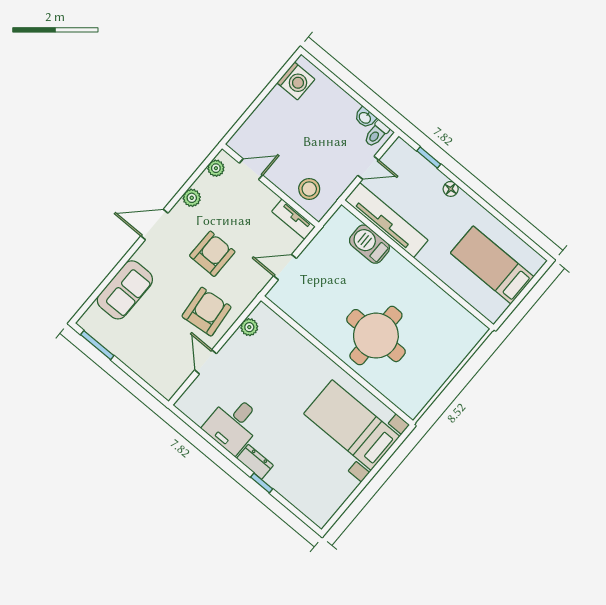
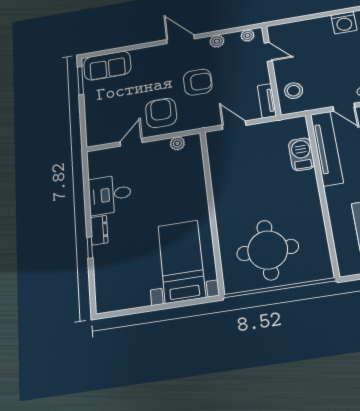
sofa: (125, 290) -> (107, 66), moved
armchair: (207, 312) -> (161, 113), turned -84
round table: (376, 336) -> (268, 250), moved

